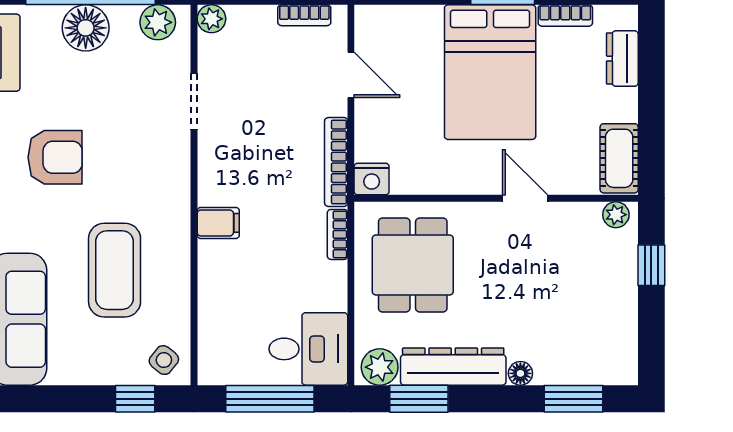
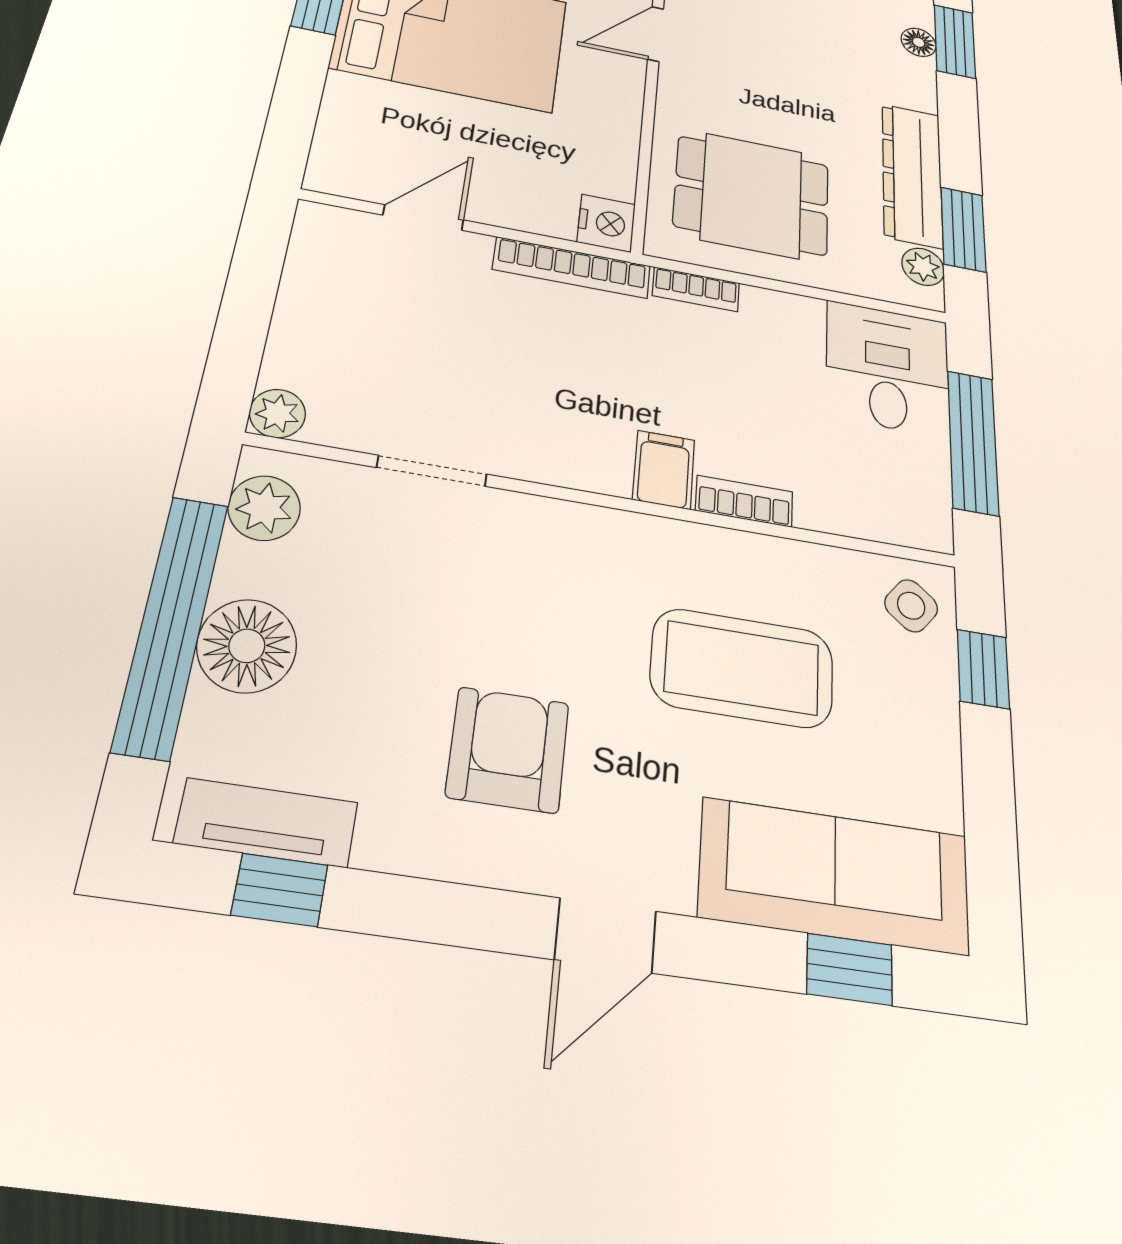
bookcase: (304, 15) -> (744, 501), moved, turned -90
plant: (380, 367) -> (923, 267), width x0.73, depth x0.73
floor lamp: (520, 373) -> (919, 42), moved

